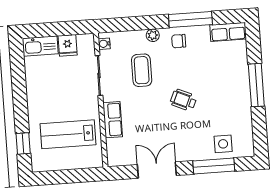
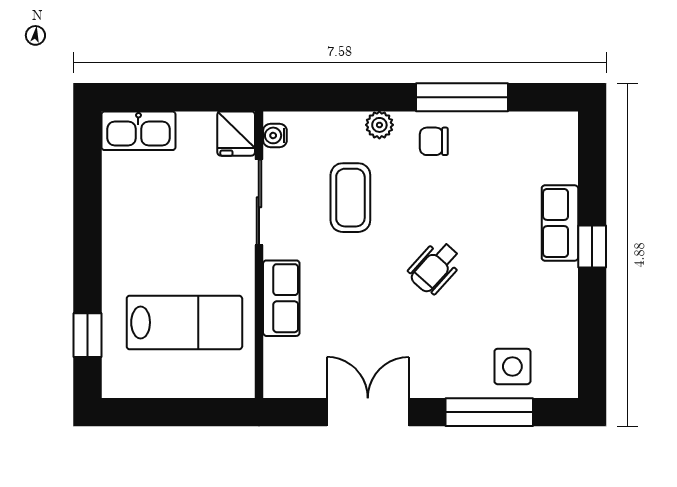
row of seats: (228, 32) -> (560, 223), moved, turned 90
fridge: (68, 45) -> (236, 134), moved
window: (256, 85) -> (592, 247), width x0.46
wheelchair: (183, 100) -> (435, 267), turned -72
lab bench: (68, 134) -> (184, 322), turned 180

